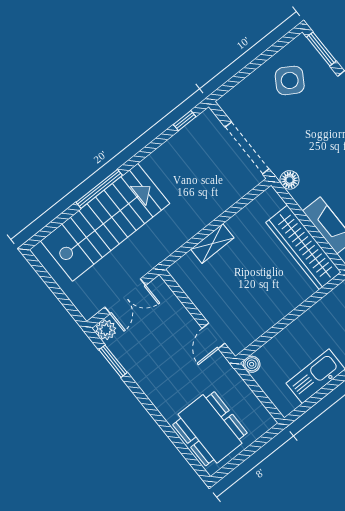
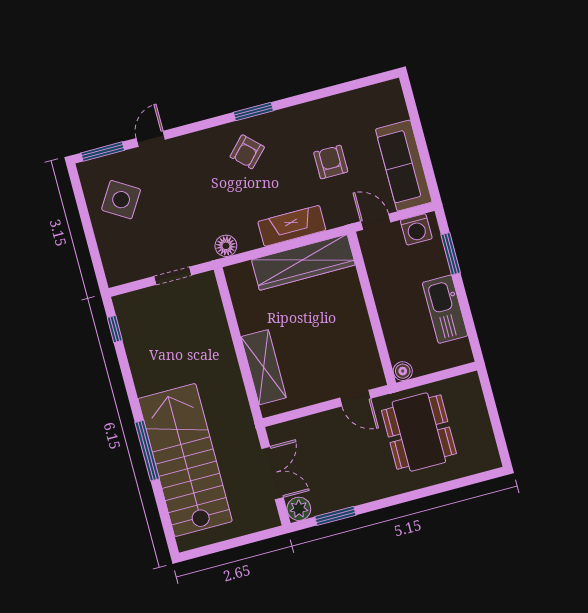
doorway: (247, 148) -> (173, 276), width x0.53
shelving: (212, 244) -> (264, 367), width x1.50, depth x1.33
dining table: (210, 429) -> (419, 432), moved, turned 90

